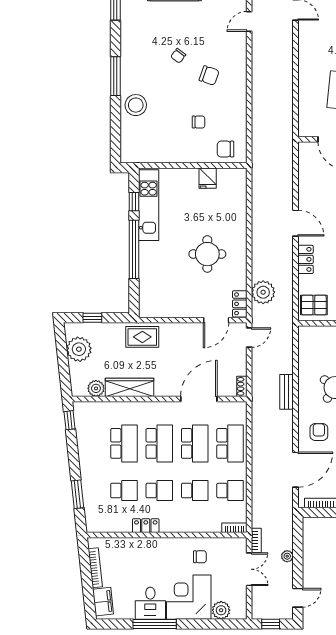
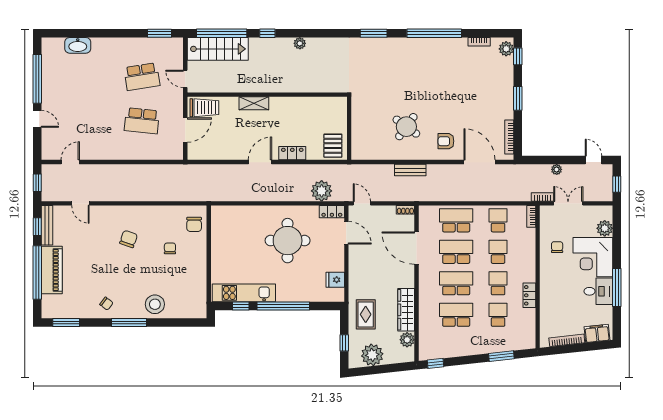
chair: (178, 56) -> (106, 304), moved
fridge: (208, 178) -> (335, 280), moved, turned 180
round table: (207, 254) -> (288, 241), width x1.36, depth x1.36
rug: (142, 337) -> (366, 314), moved

